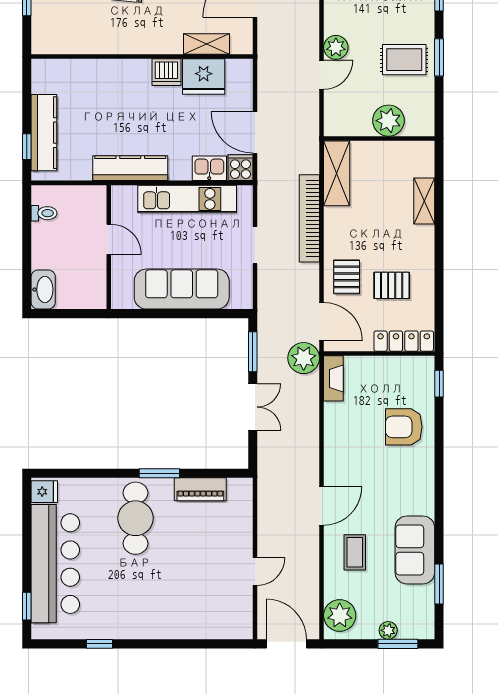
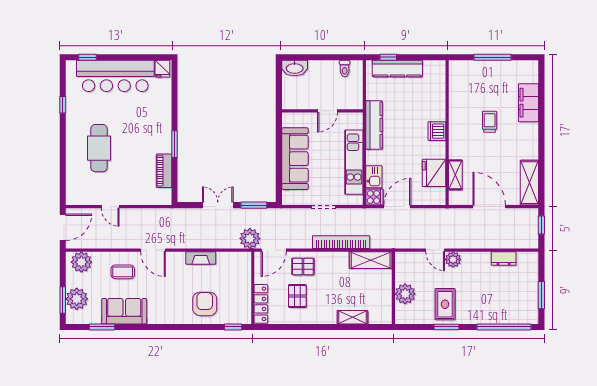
dishwasher: (166, 72) -> (437, 131), moved
fireplace: (333, 378) -> (201, 258), moved
double door: (253, 407) -> (218, 205), swing flipped
cafe table: (136, 518) -> (99, 148), moved, turned 90
plant: (388, 630) -> (77, 299), width x1.88, depth x1.88

